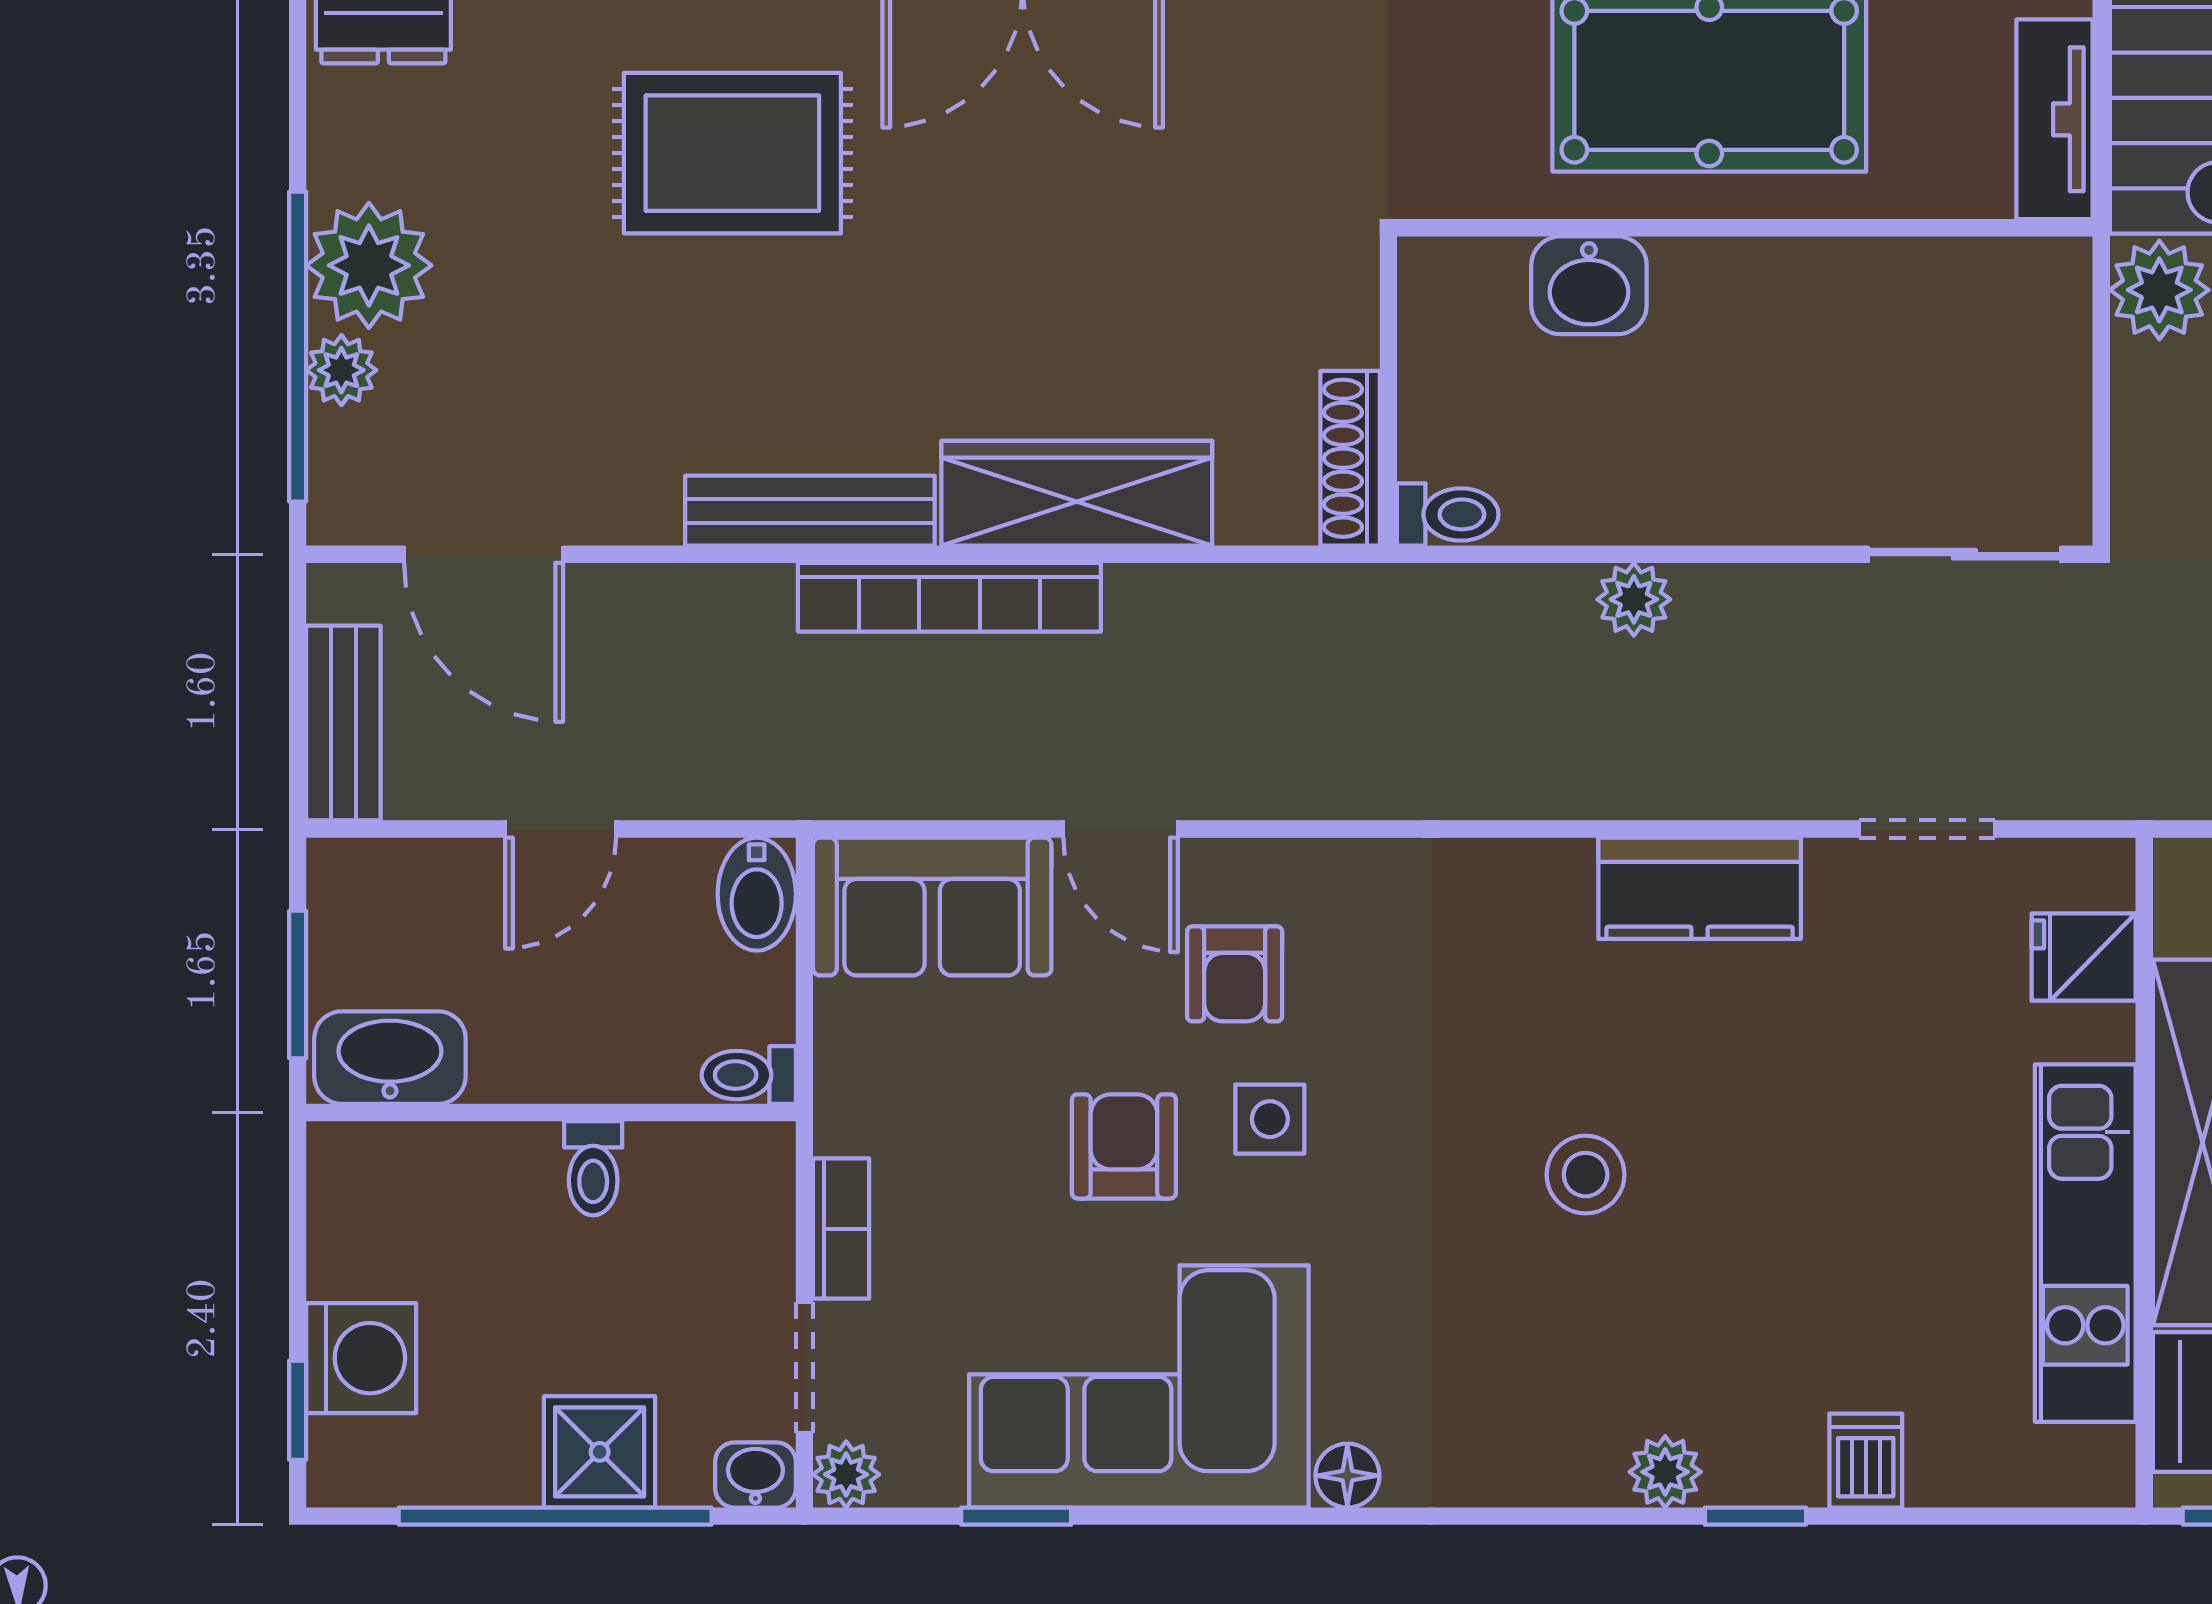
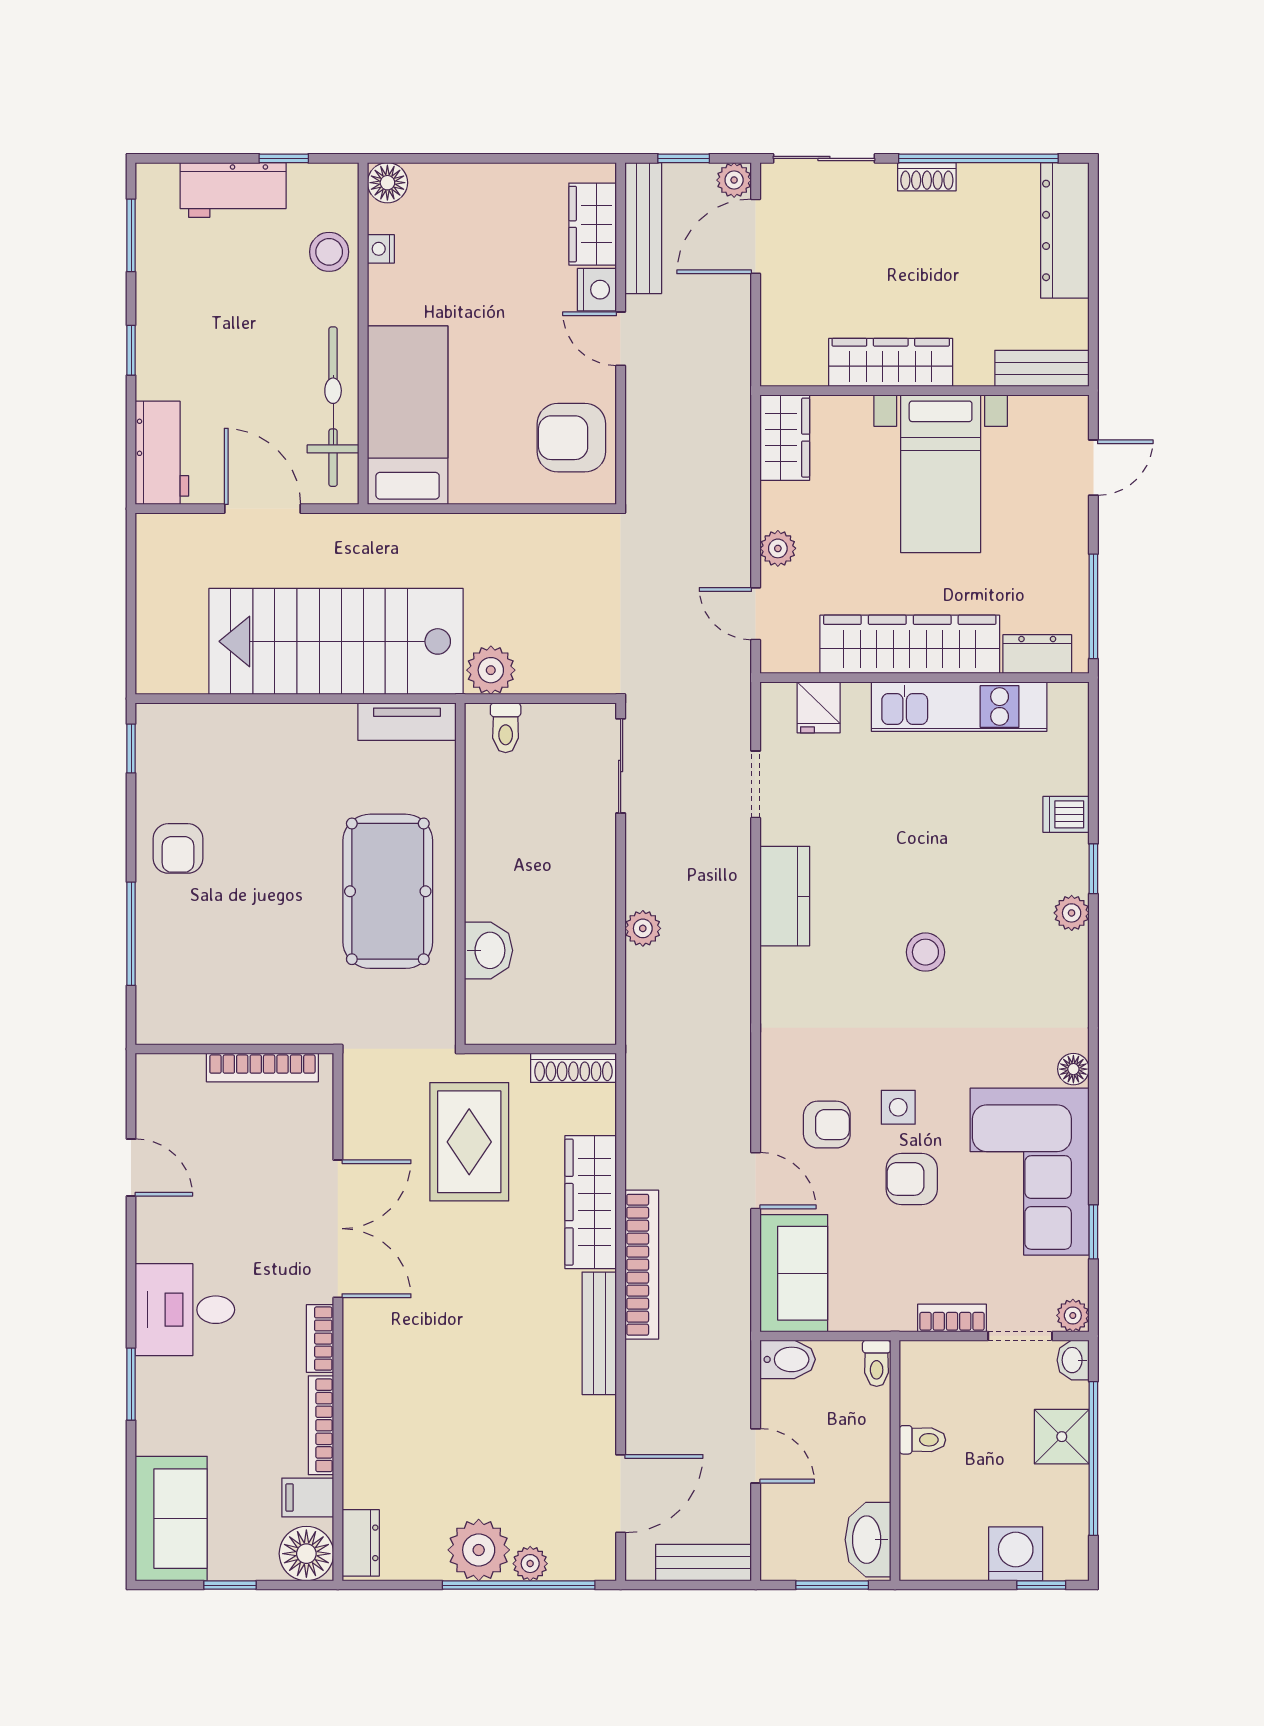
rug: (732, 153) -> (469, 1142), moved
toilet: (1448, 514) -> (506, 728), moved, turned 180
door: (1121, 829) -> (756, 1181), hinge flipped

